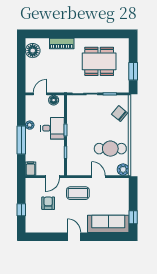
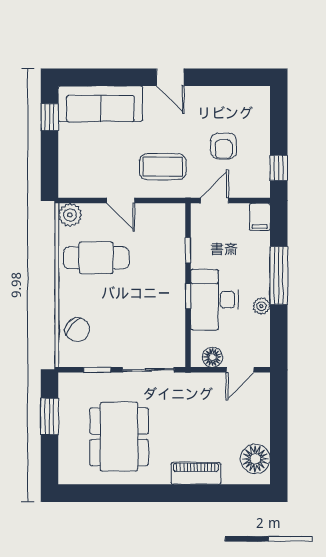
dining table: (99, 61) -> (119, 437), turned 90
desk: (53, 128) -> (215, 300), width x1.37
window: (21, 210) -> (279, 168), moved

